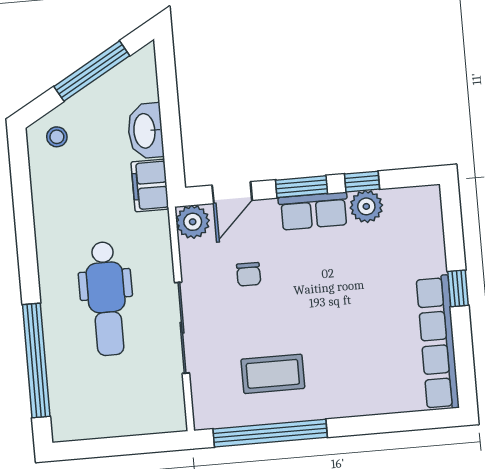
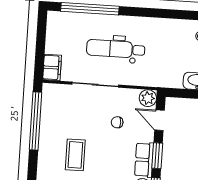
filing cabinet: (150, 185) -> (52, 67), moved, turned 90
coffee table: (273, 374) -> (75, 155), moved

